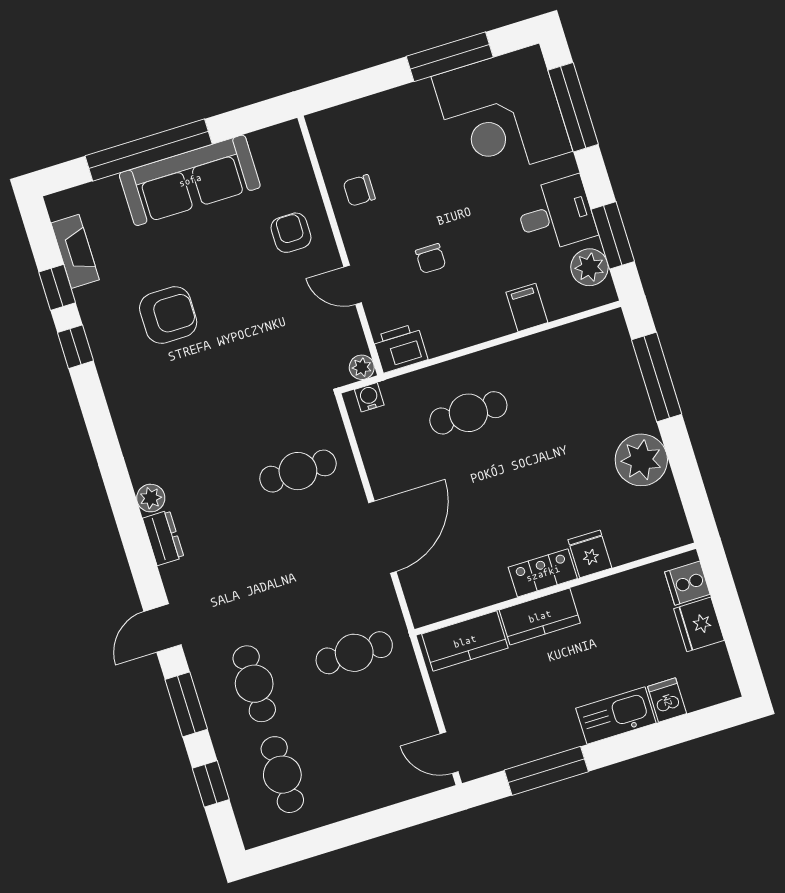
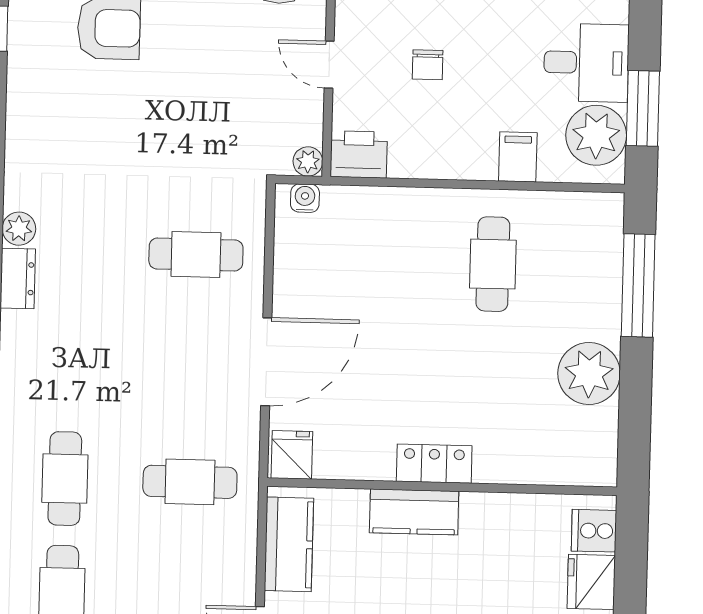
plant: (589, 267) -> (596, 135), width x1.36, depth x1.36
cafe table: (468, 413) -> (493, 264), moved, turned 90
fridge: (590, 554) -> (292, 455), moved
kitchen counter: (465, 641) -> (289, 544), moved, turned -90

